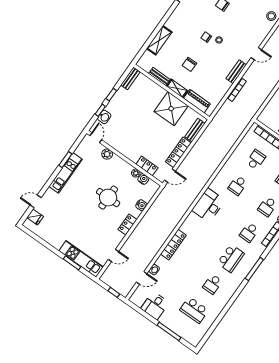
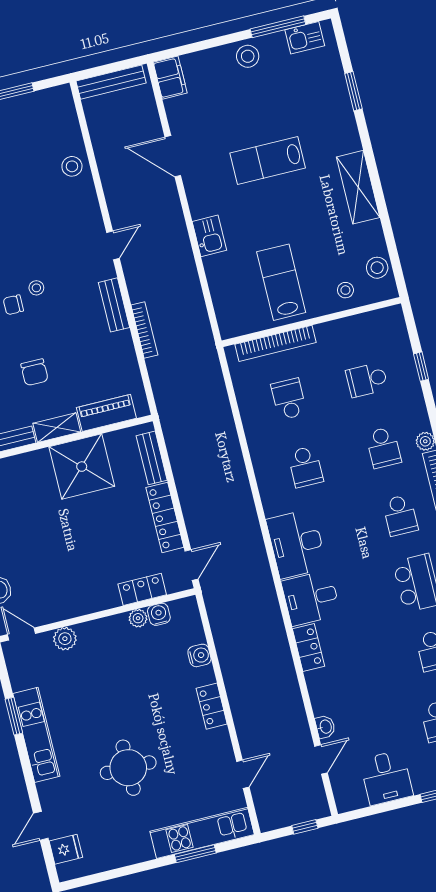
round table: (108, 198) -> (128, 768), moved
desk: (194, 226) -> (311, 598), added
locker: (173, 245) -> (308, 648), width x0.66

